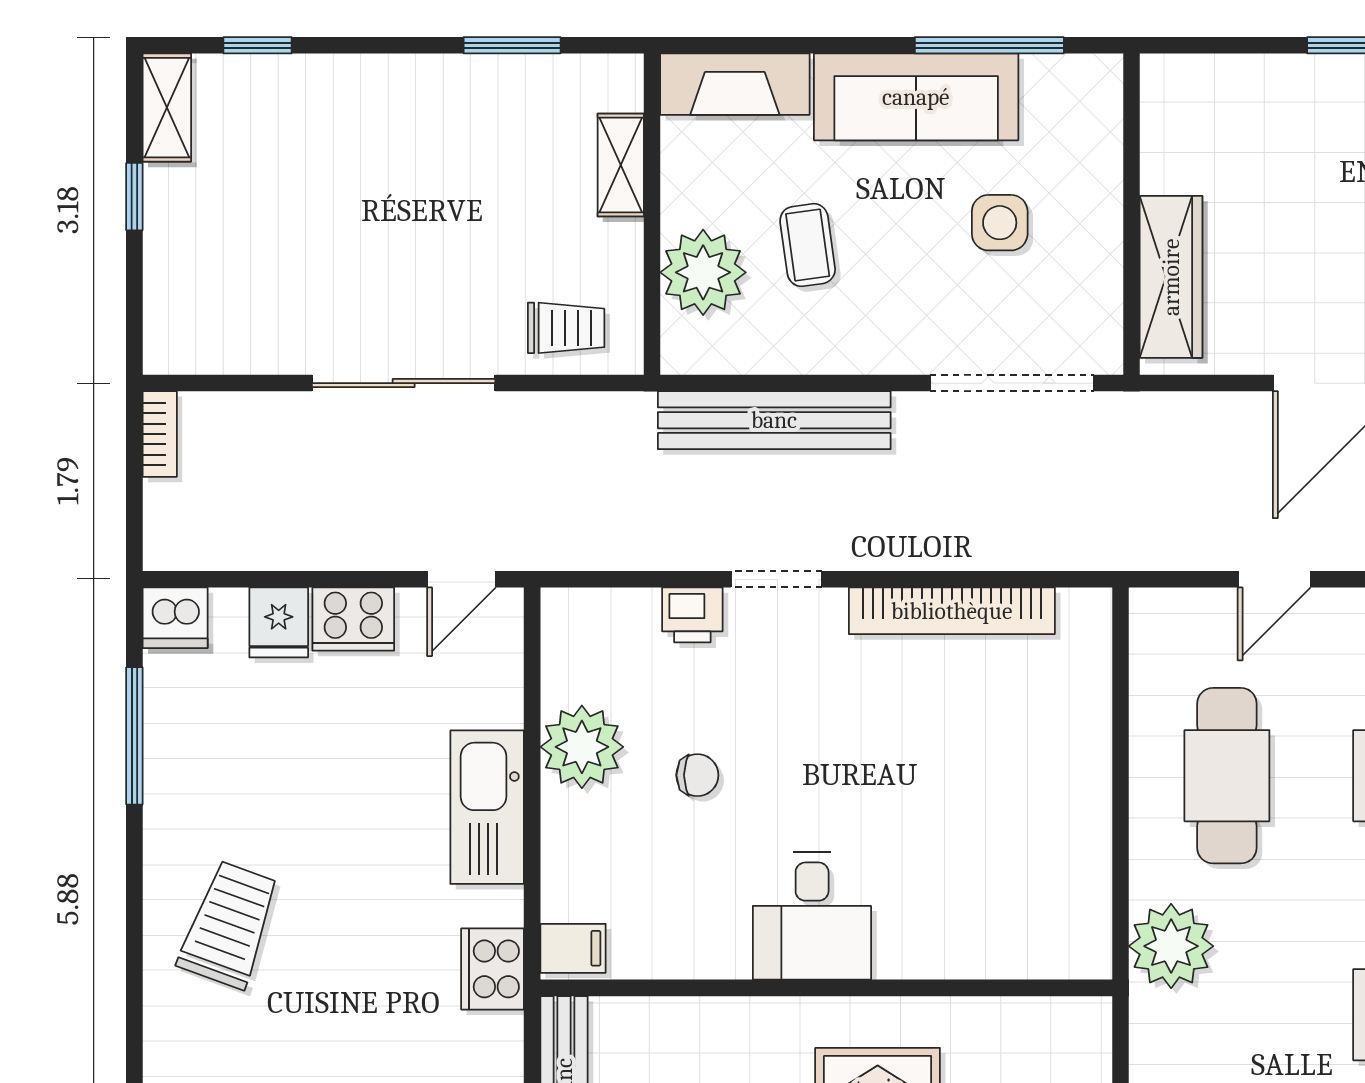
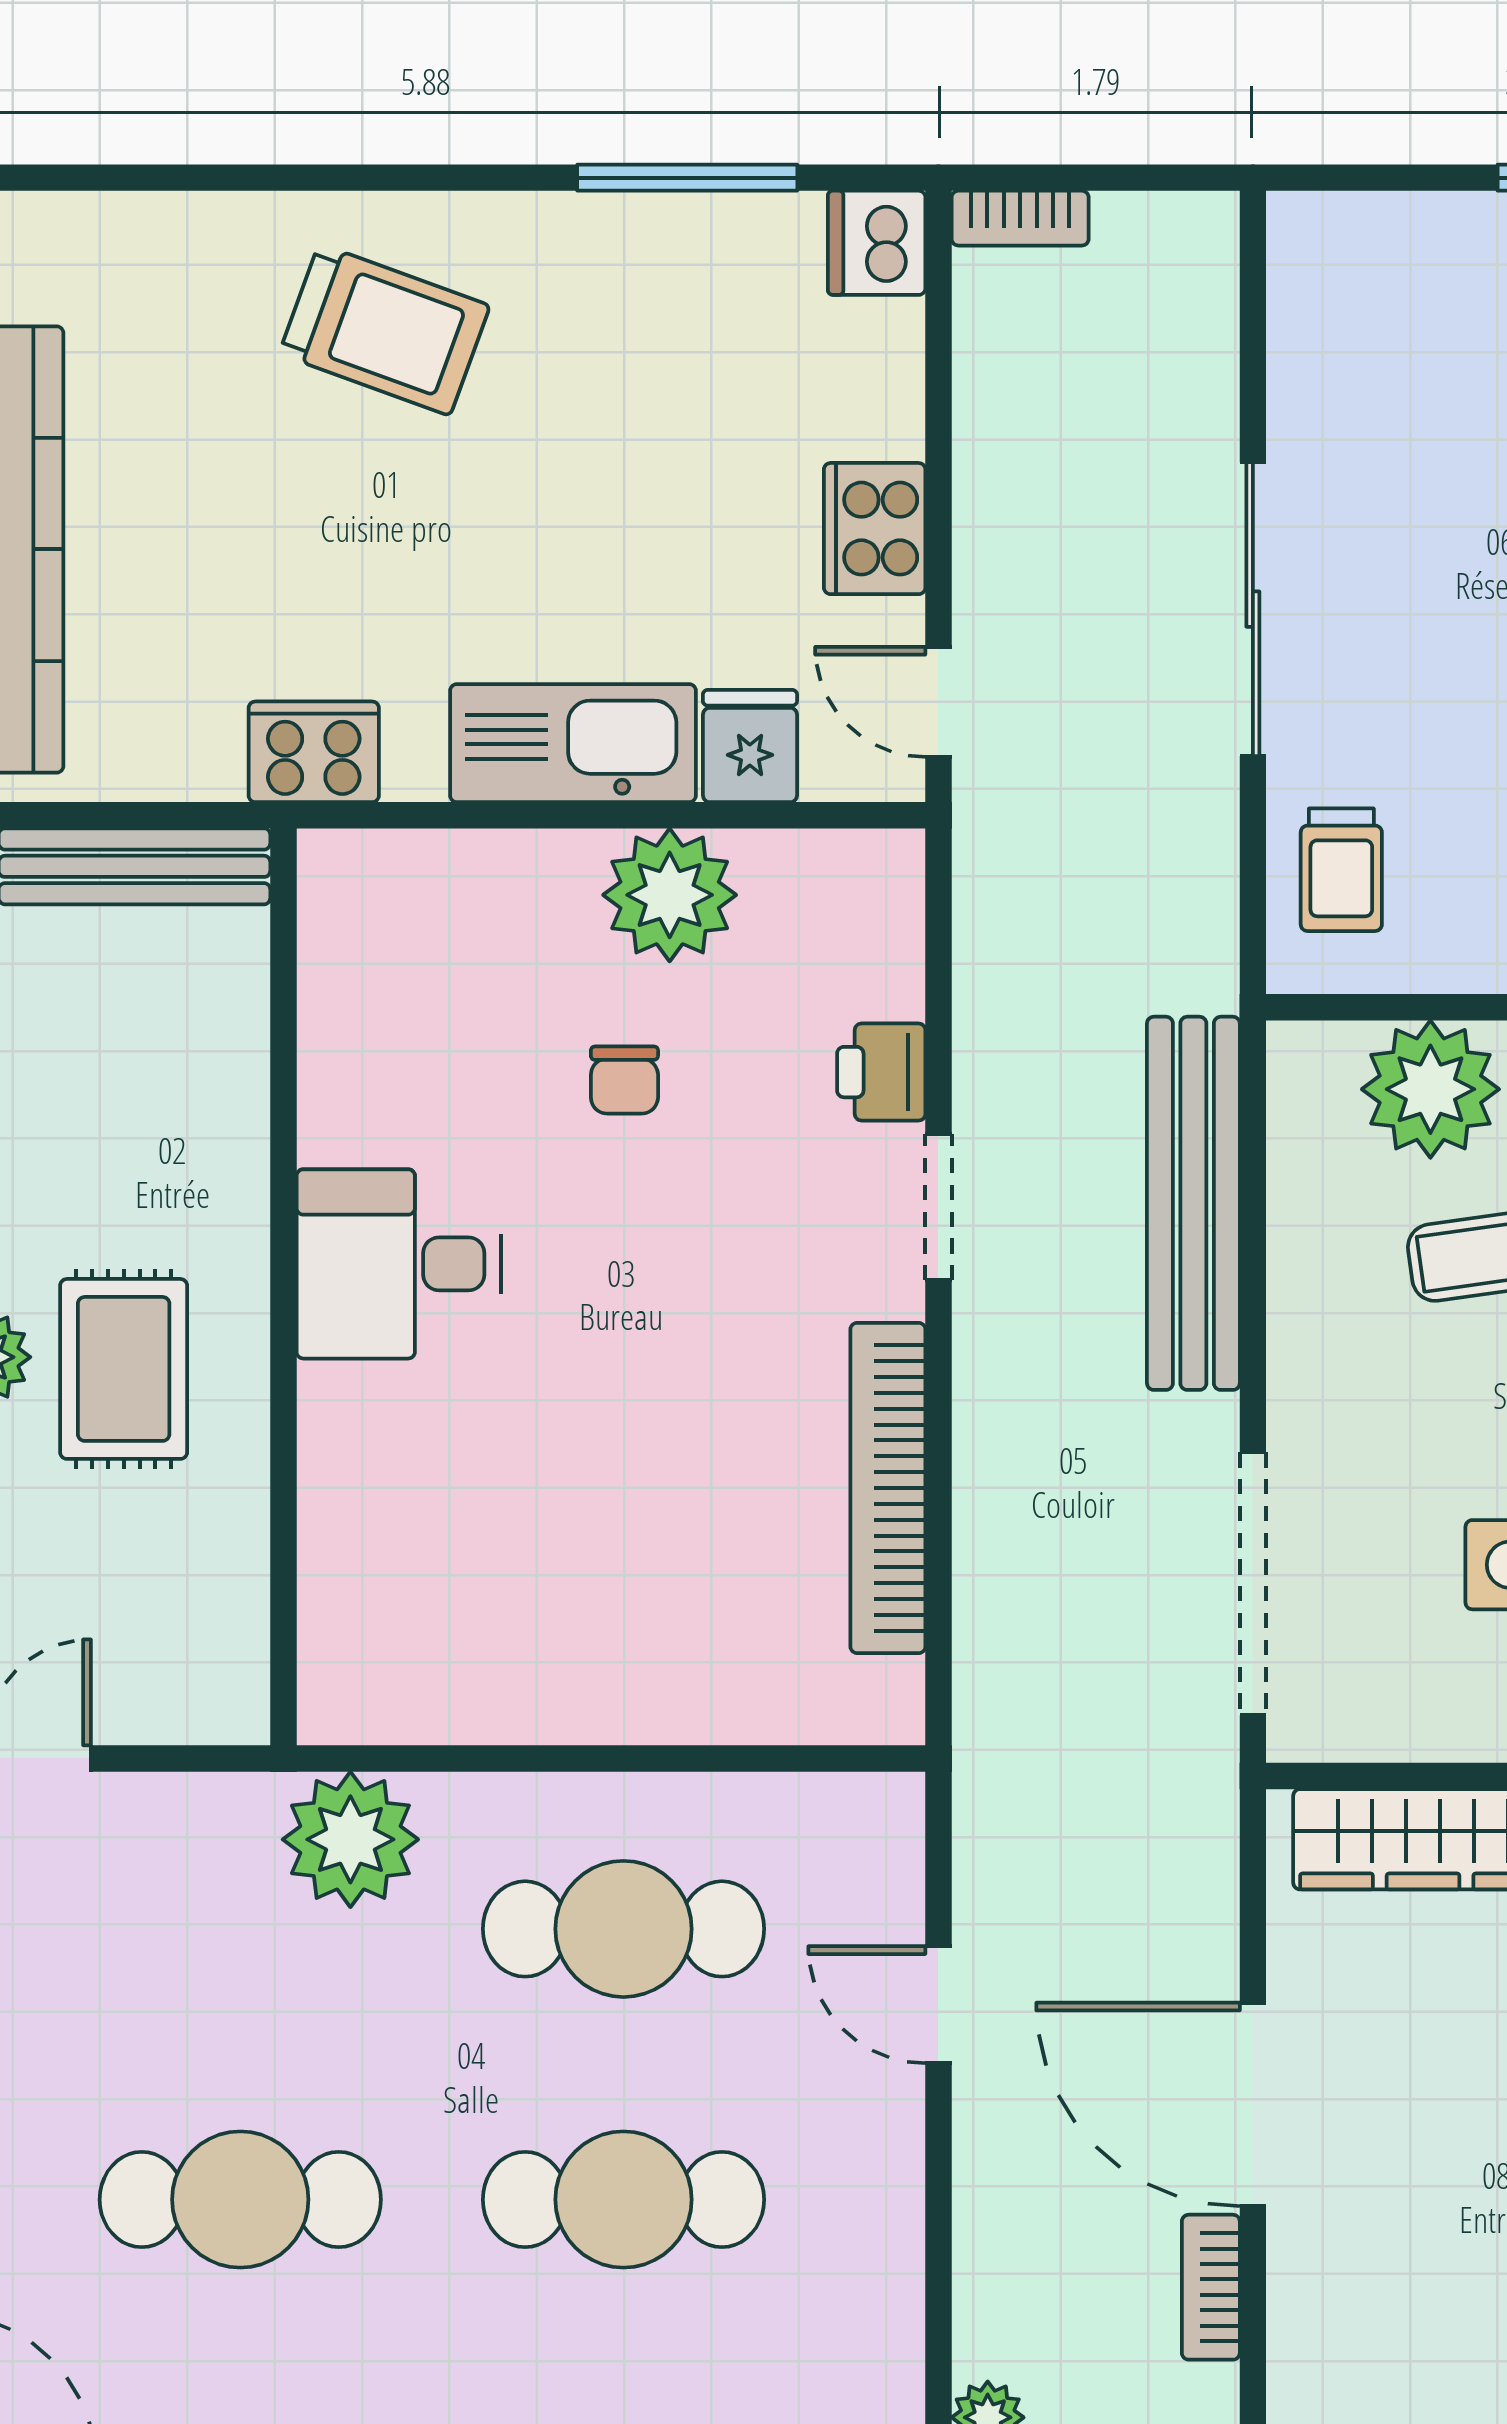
bookcase: (160, 434) -> (1020, 218), moved
fridge: (279, 622) -> (750, 746), moved, turned 90
filing cabinet: (573, 948) -> (347, 881), removed

